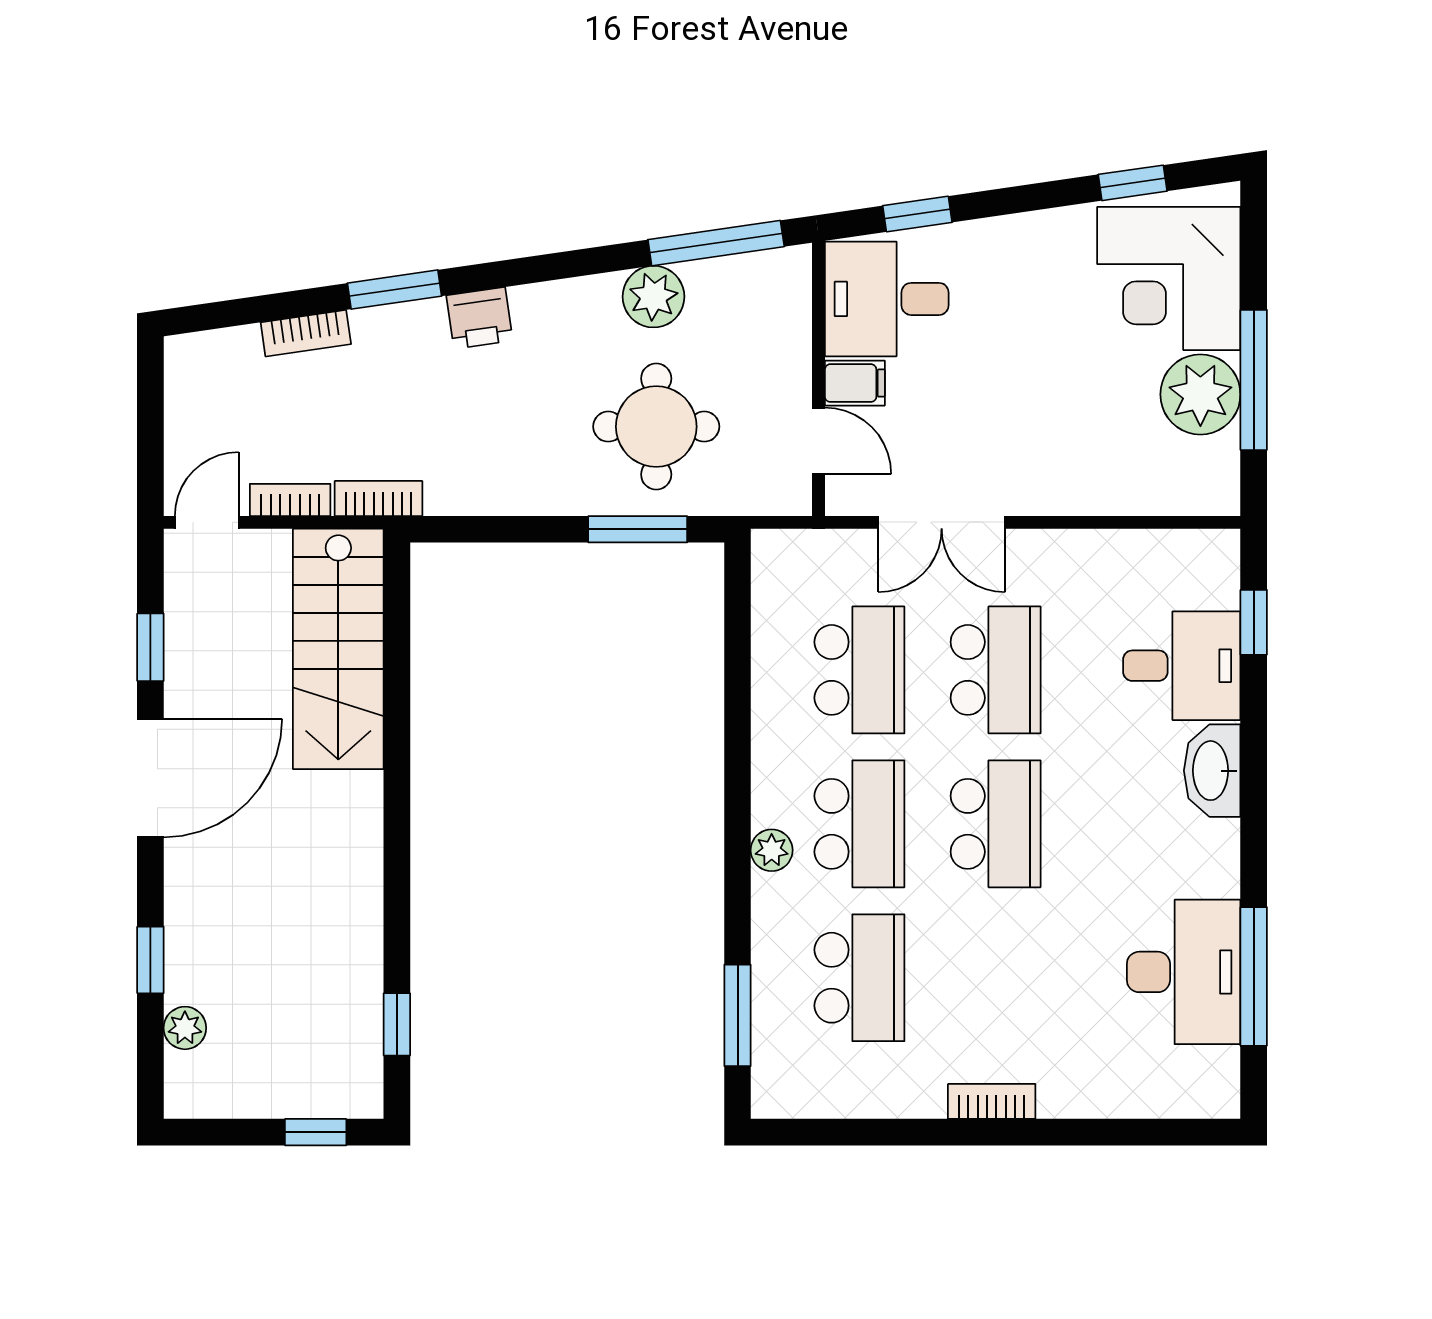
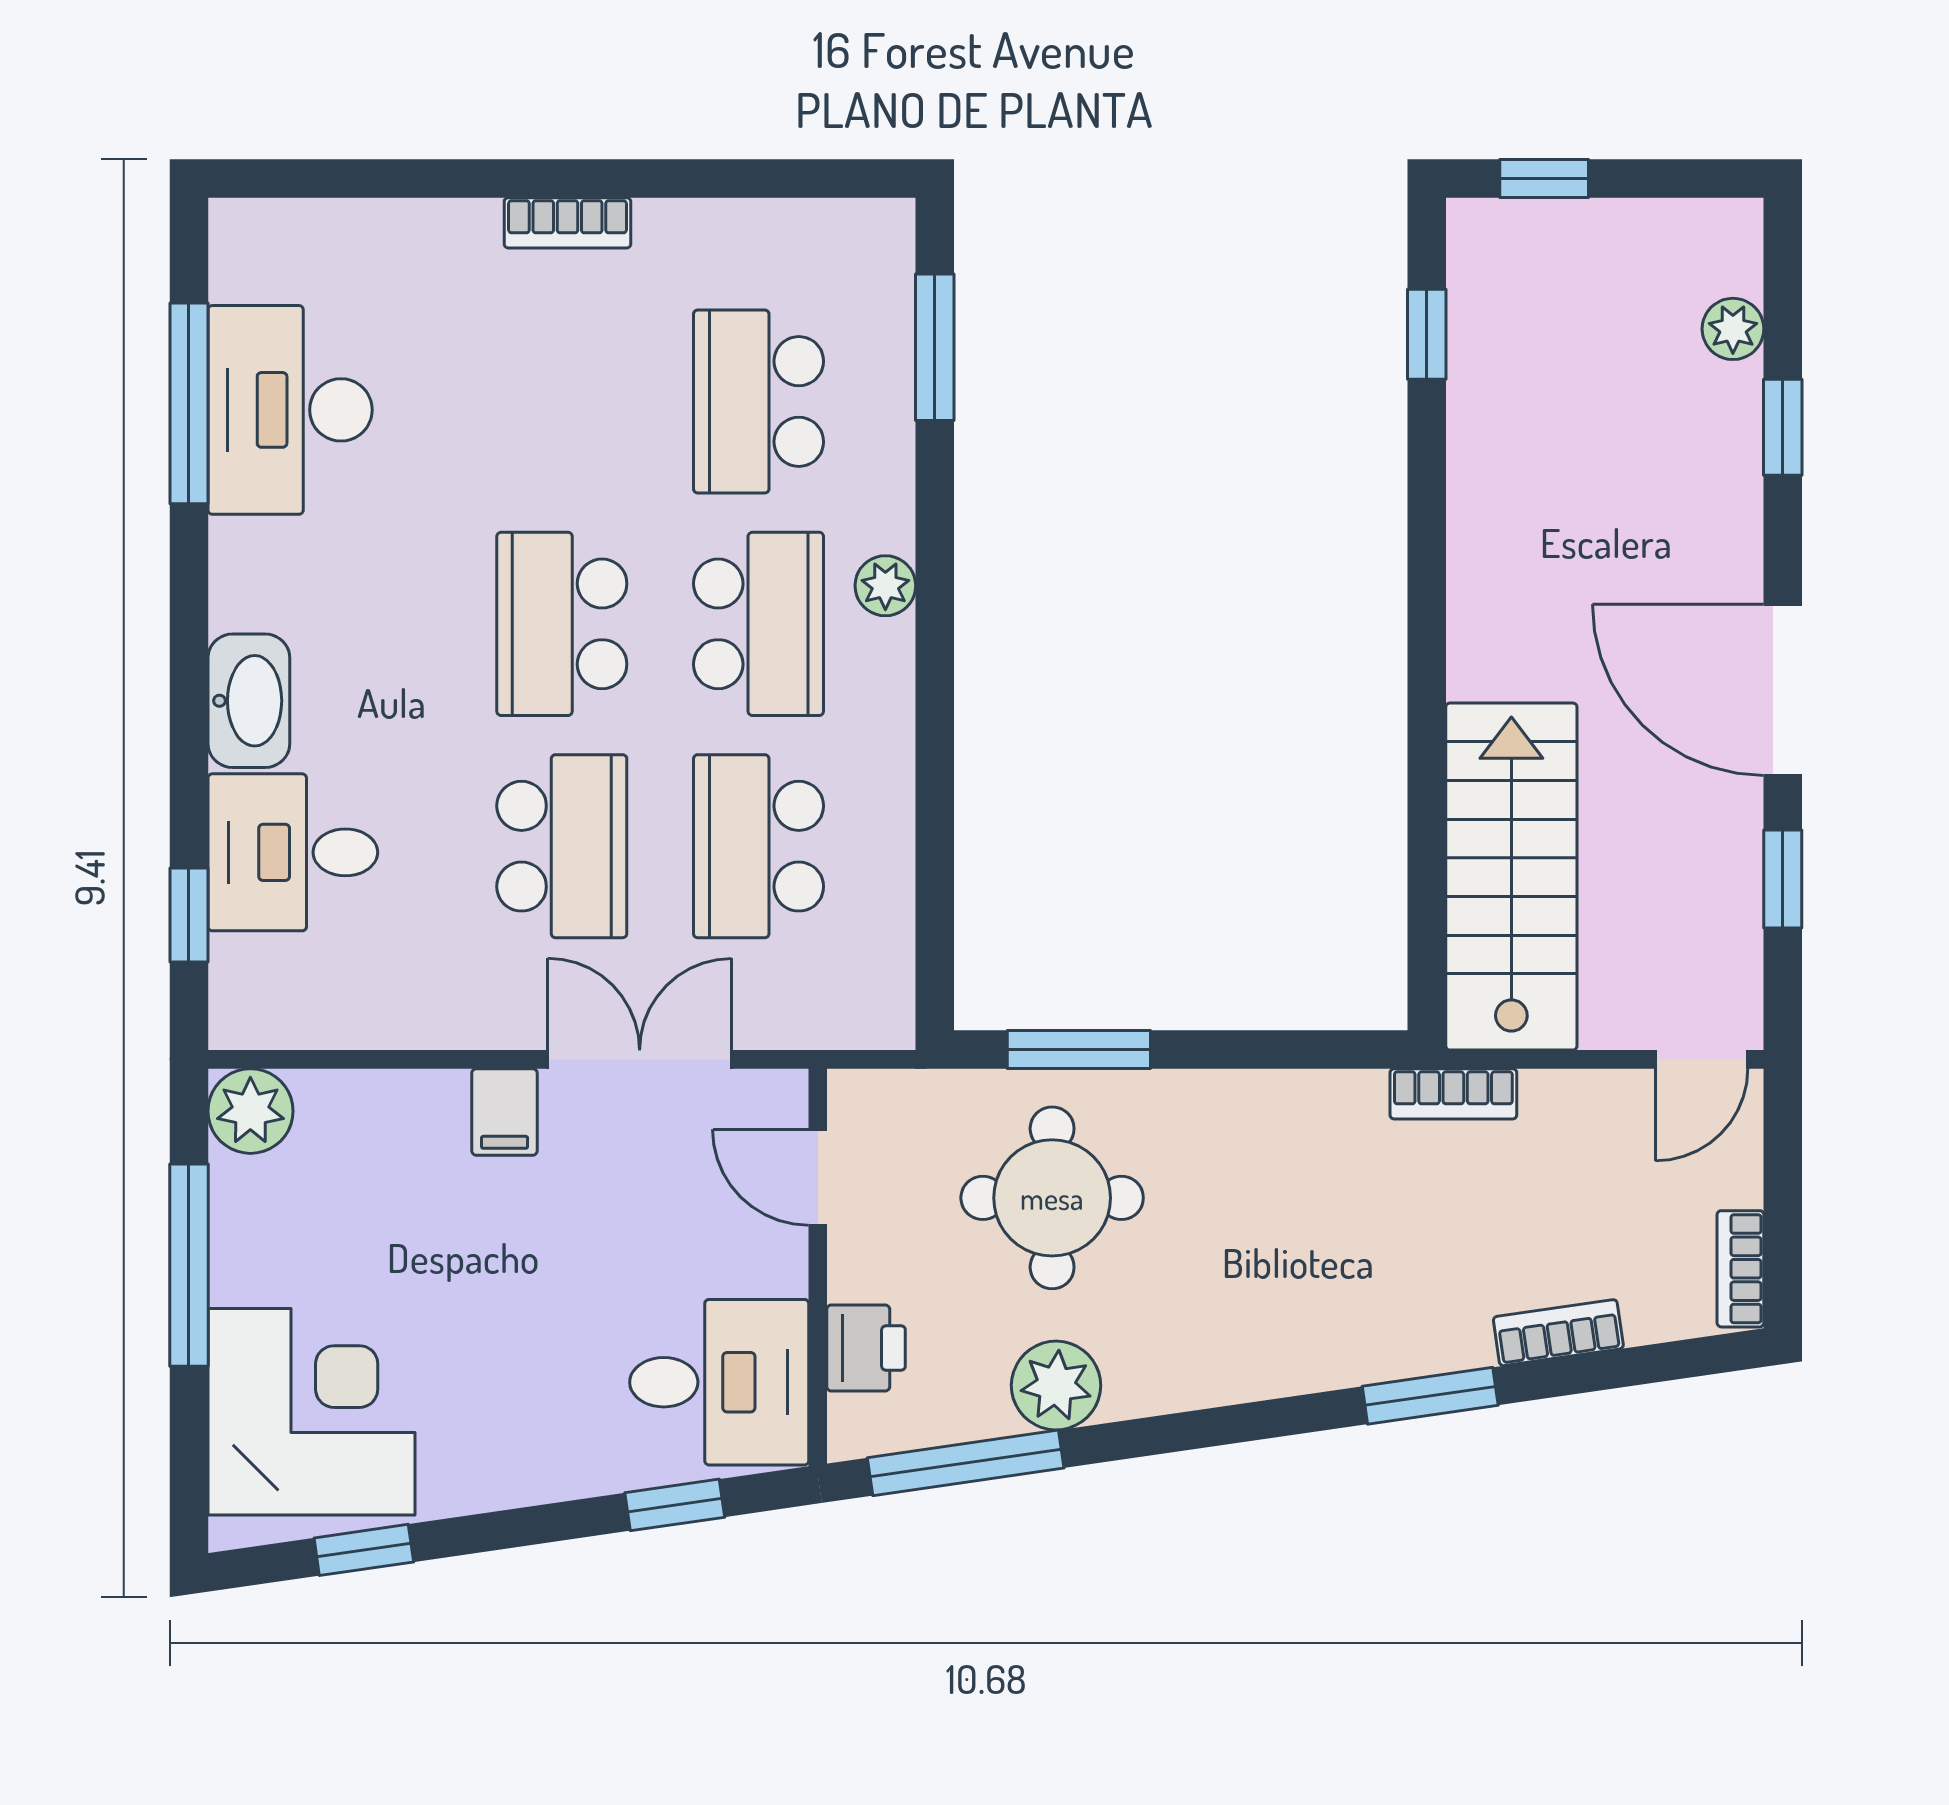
printer: (479, 318) -> (866, 1348), moved, turned 98
filing cabinet: (855, 383) -> (505, 1112), moved, turned -90
plant: (1200, 394) -> (250, 1111), moved, width x0.73, depth x0.73
bookcase: (290, 500) -> (1740, 1269), moved, turned 90
school desk: (996, 670) -> (562, 846), turned 180
door: (150, 778) -> (1783, 690), hinge flipped
school desk: (859, 824) -> (758, 624), turned 180

